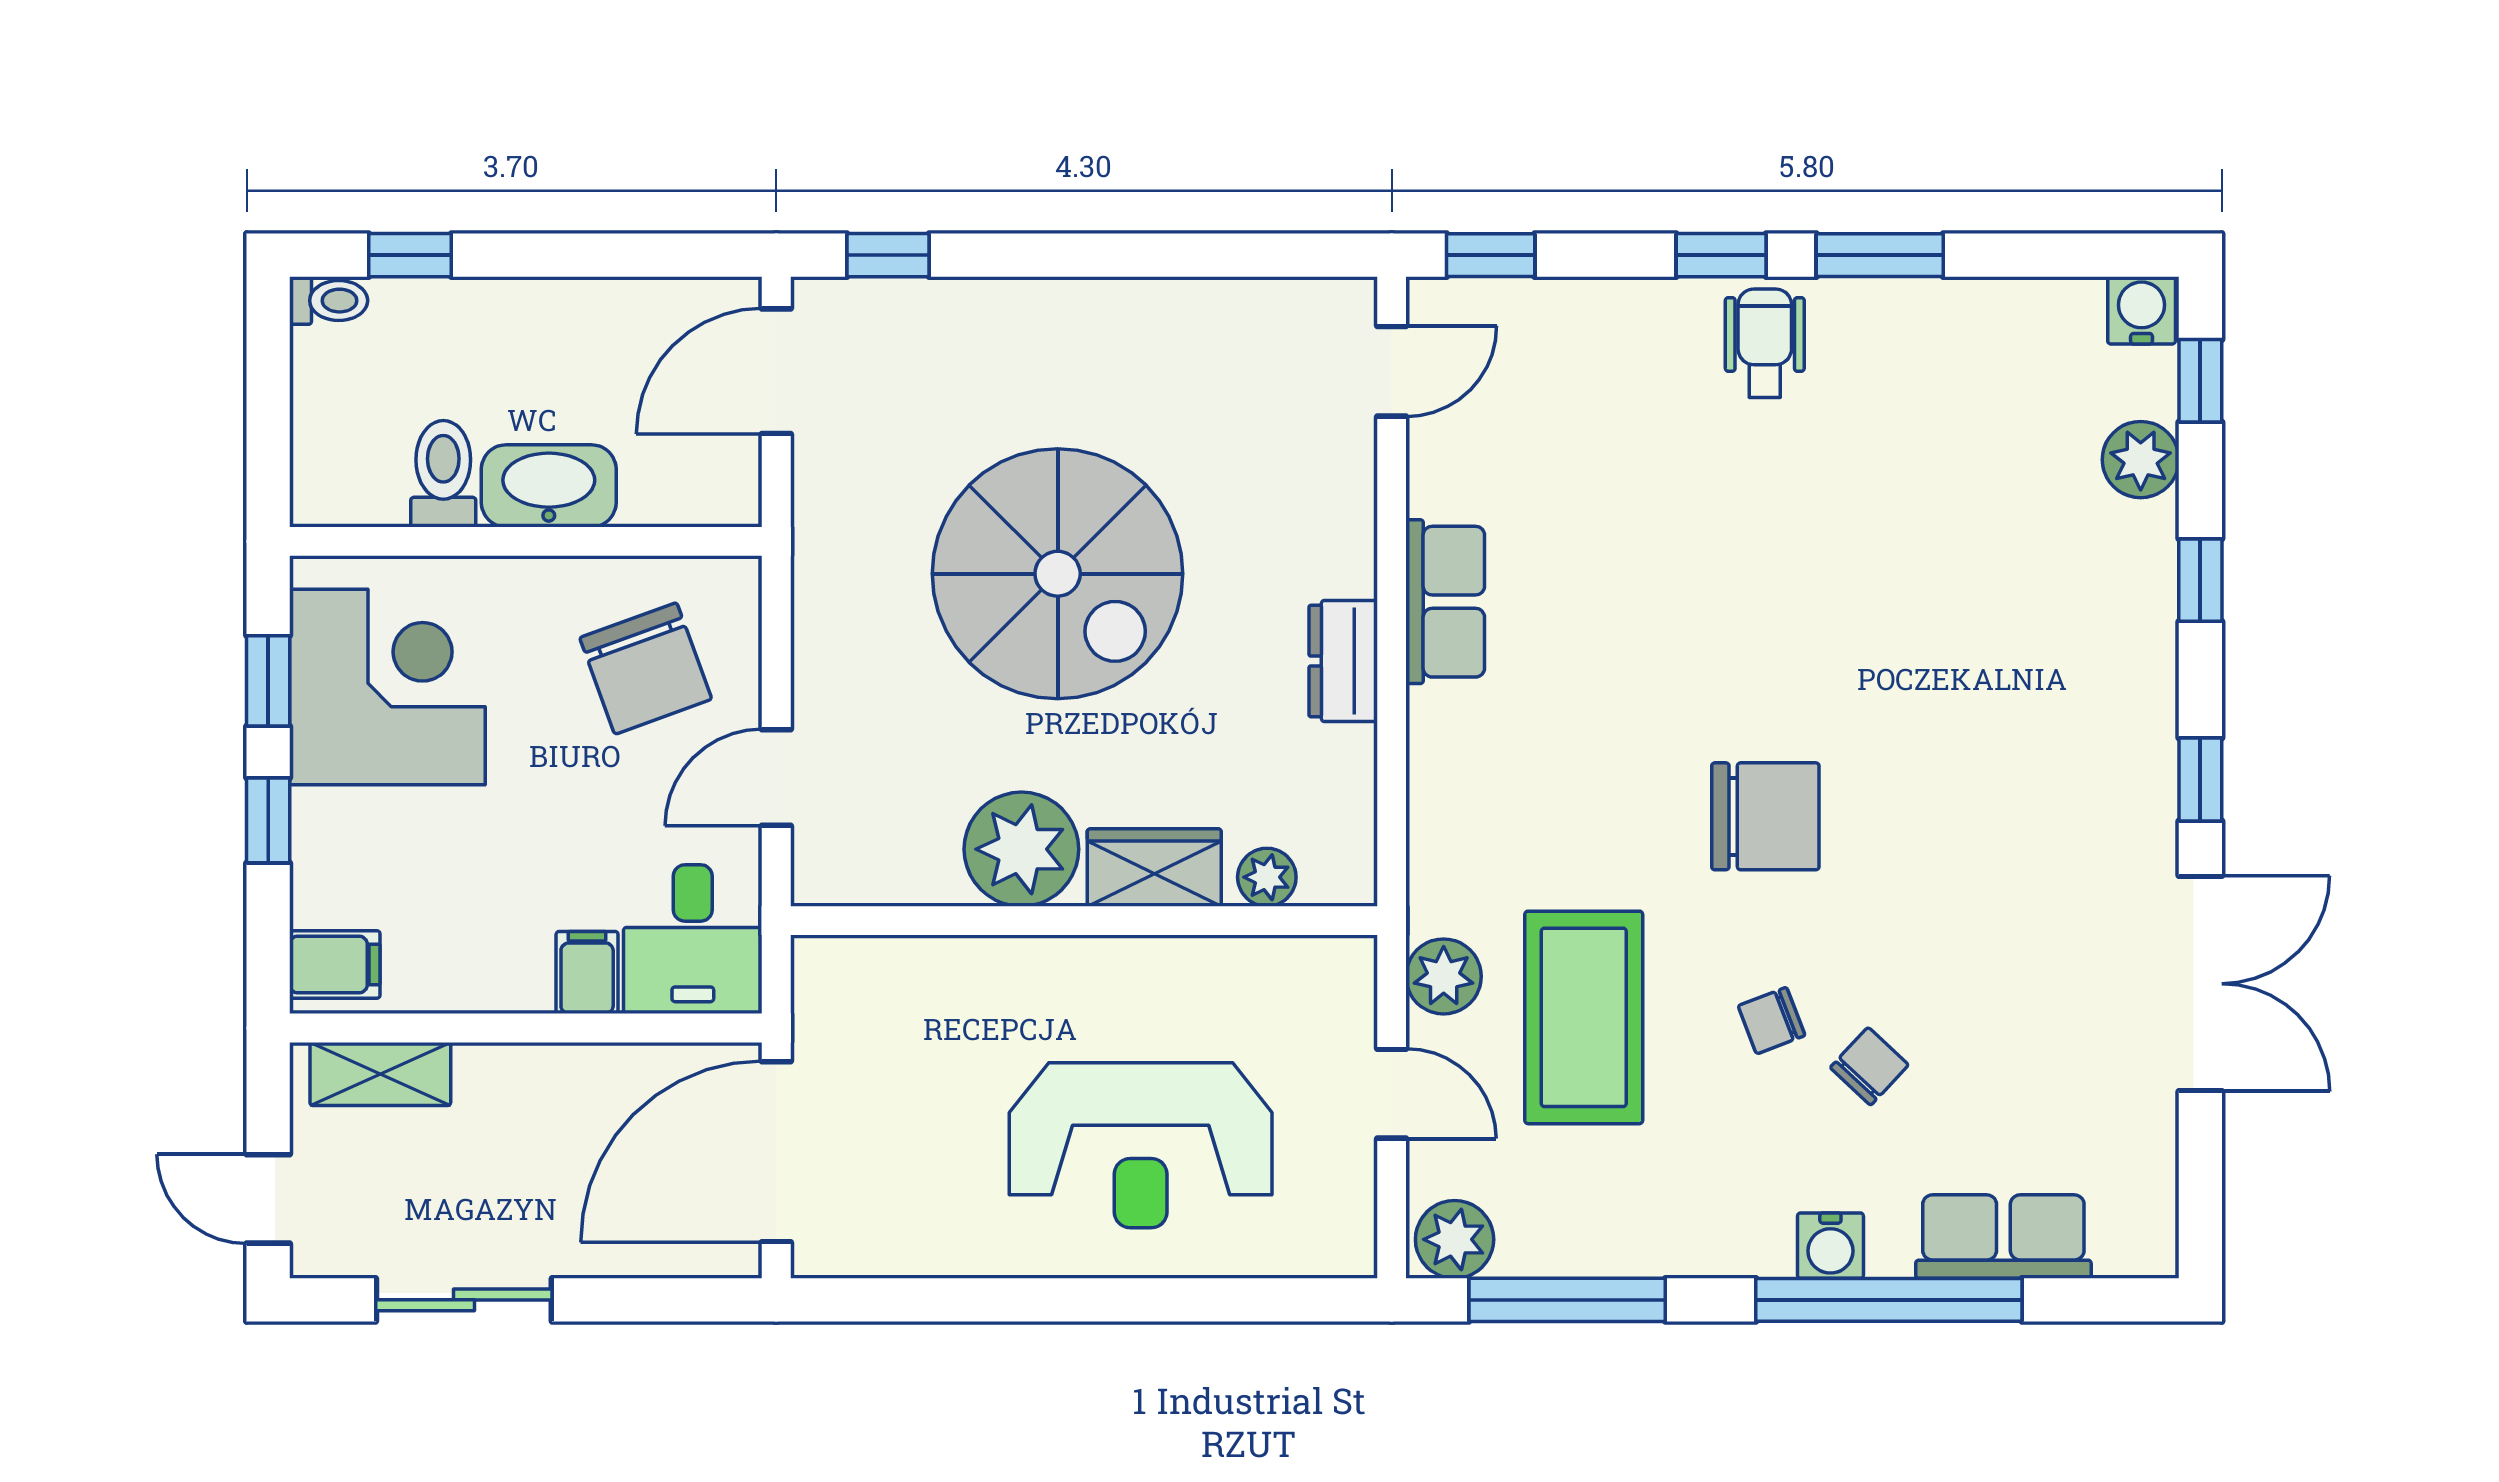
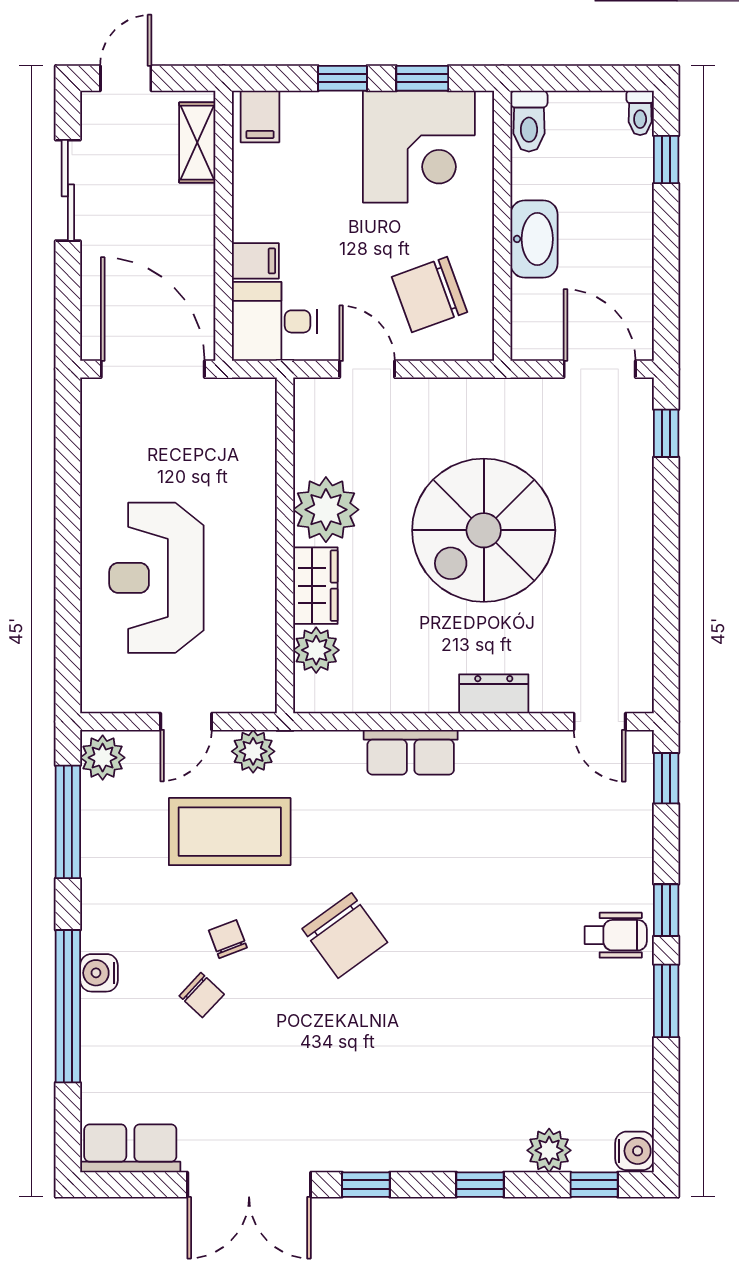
toilet: (443, 474) -> (529, 121), moved, turned 90
row of seats: (1445, 602) -> (411, 752), moved
dresser: (1343, 661) -> (494, 694), moved
chair: (1765, 816) -> (345, 936), turned -36
plant: (1267, 877) -> (316, 650), width x1.38, depth x1.38
row of seats: (2003, 1237) -> (130, 1148), moved, turned -90

